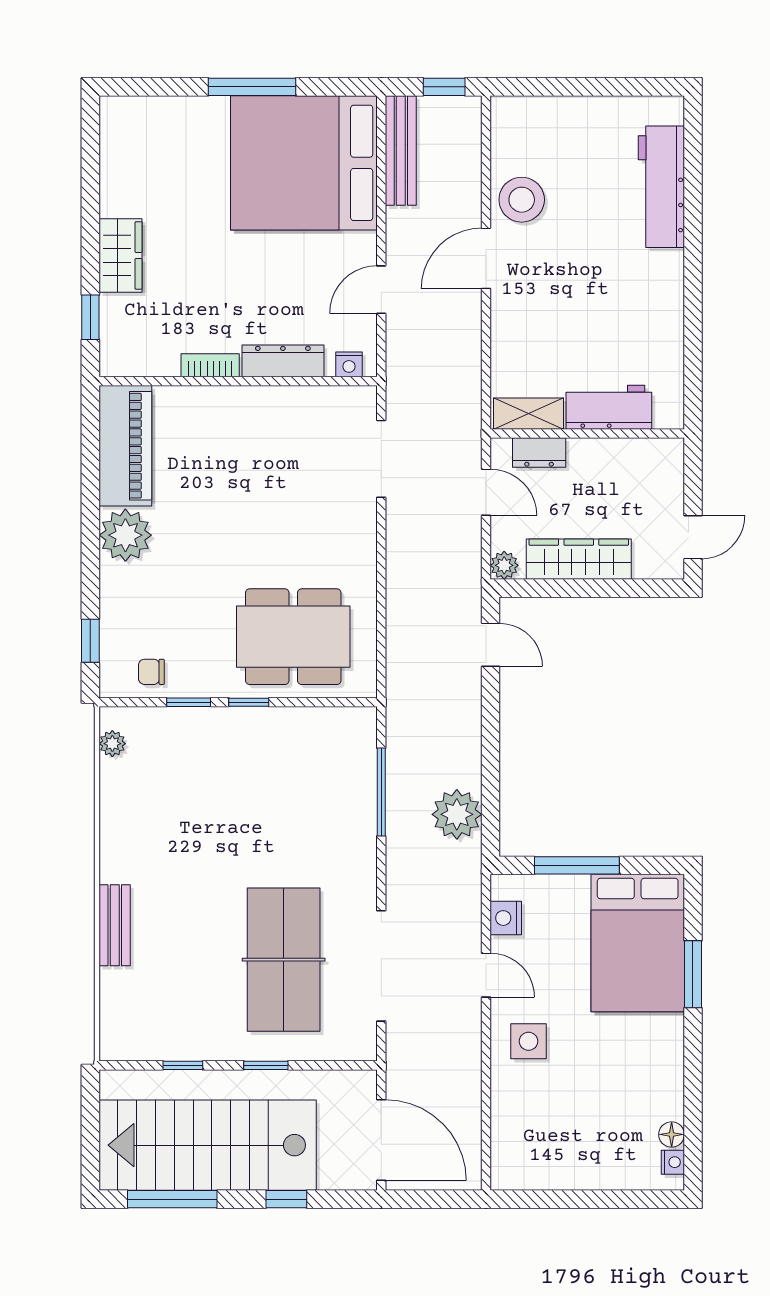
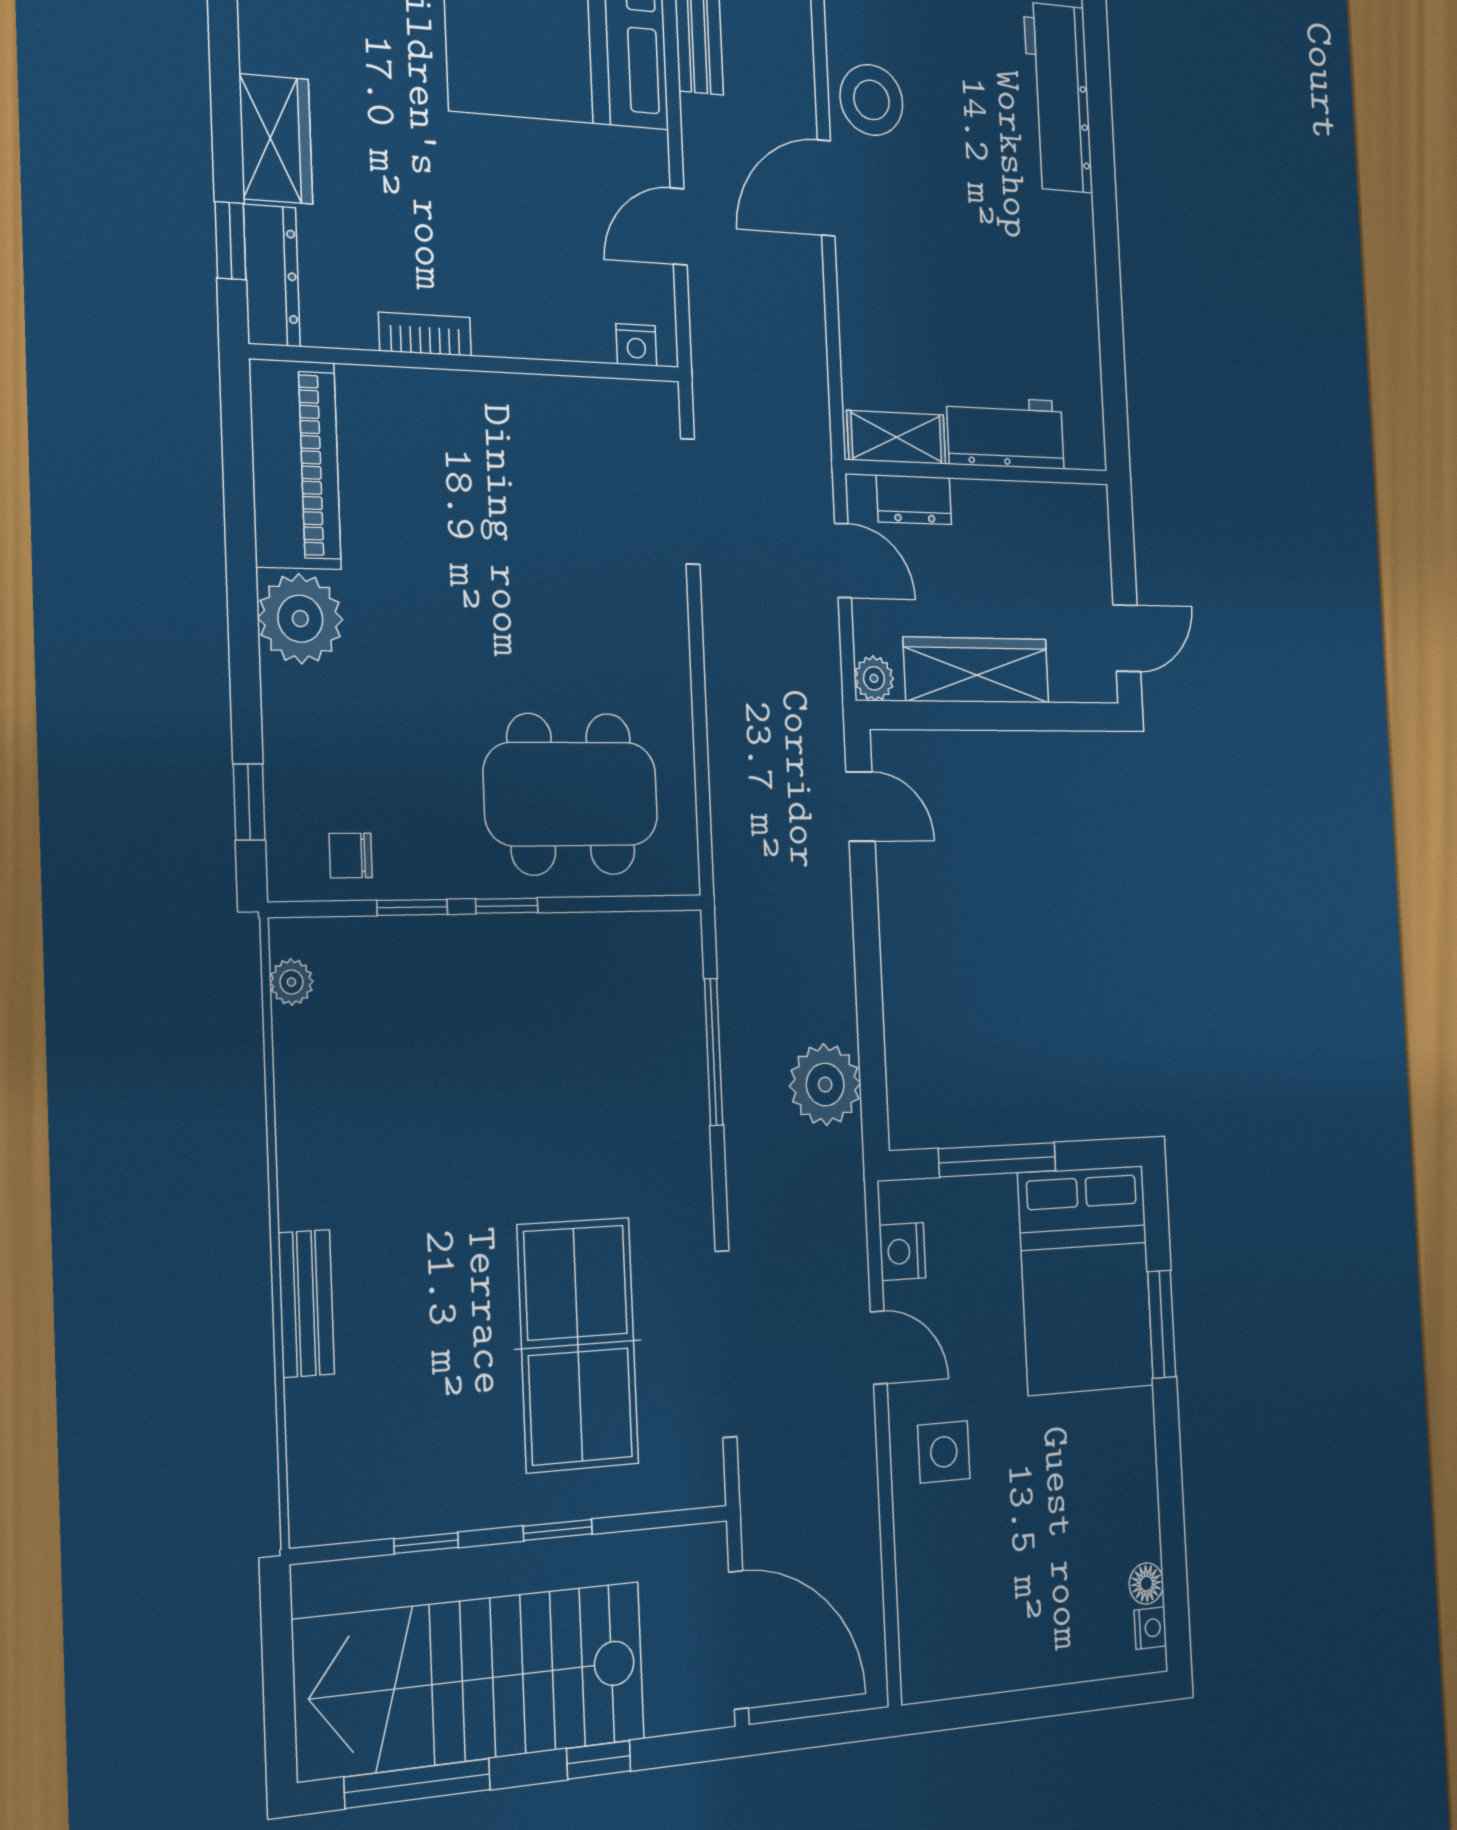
dresser: (283, 361) -> (272, 275), moved, turned 90

